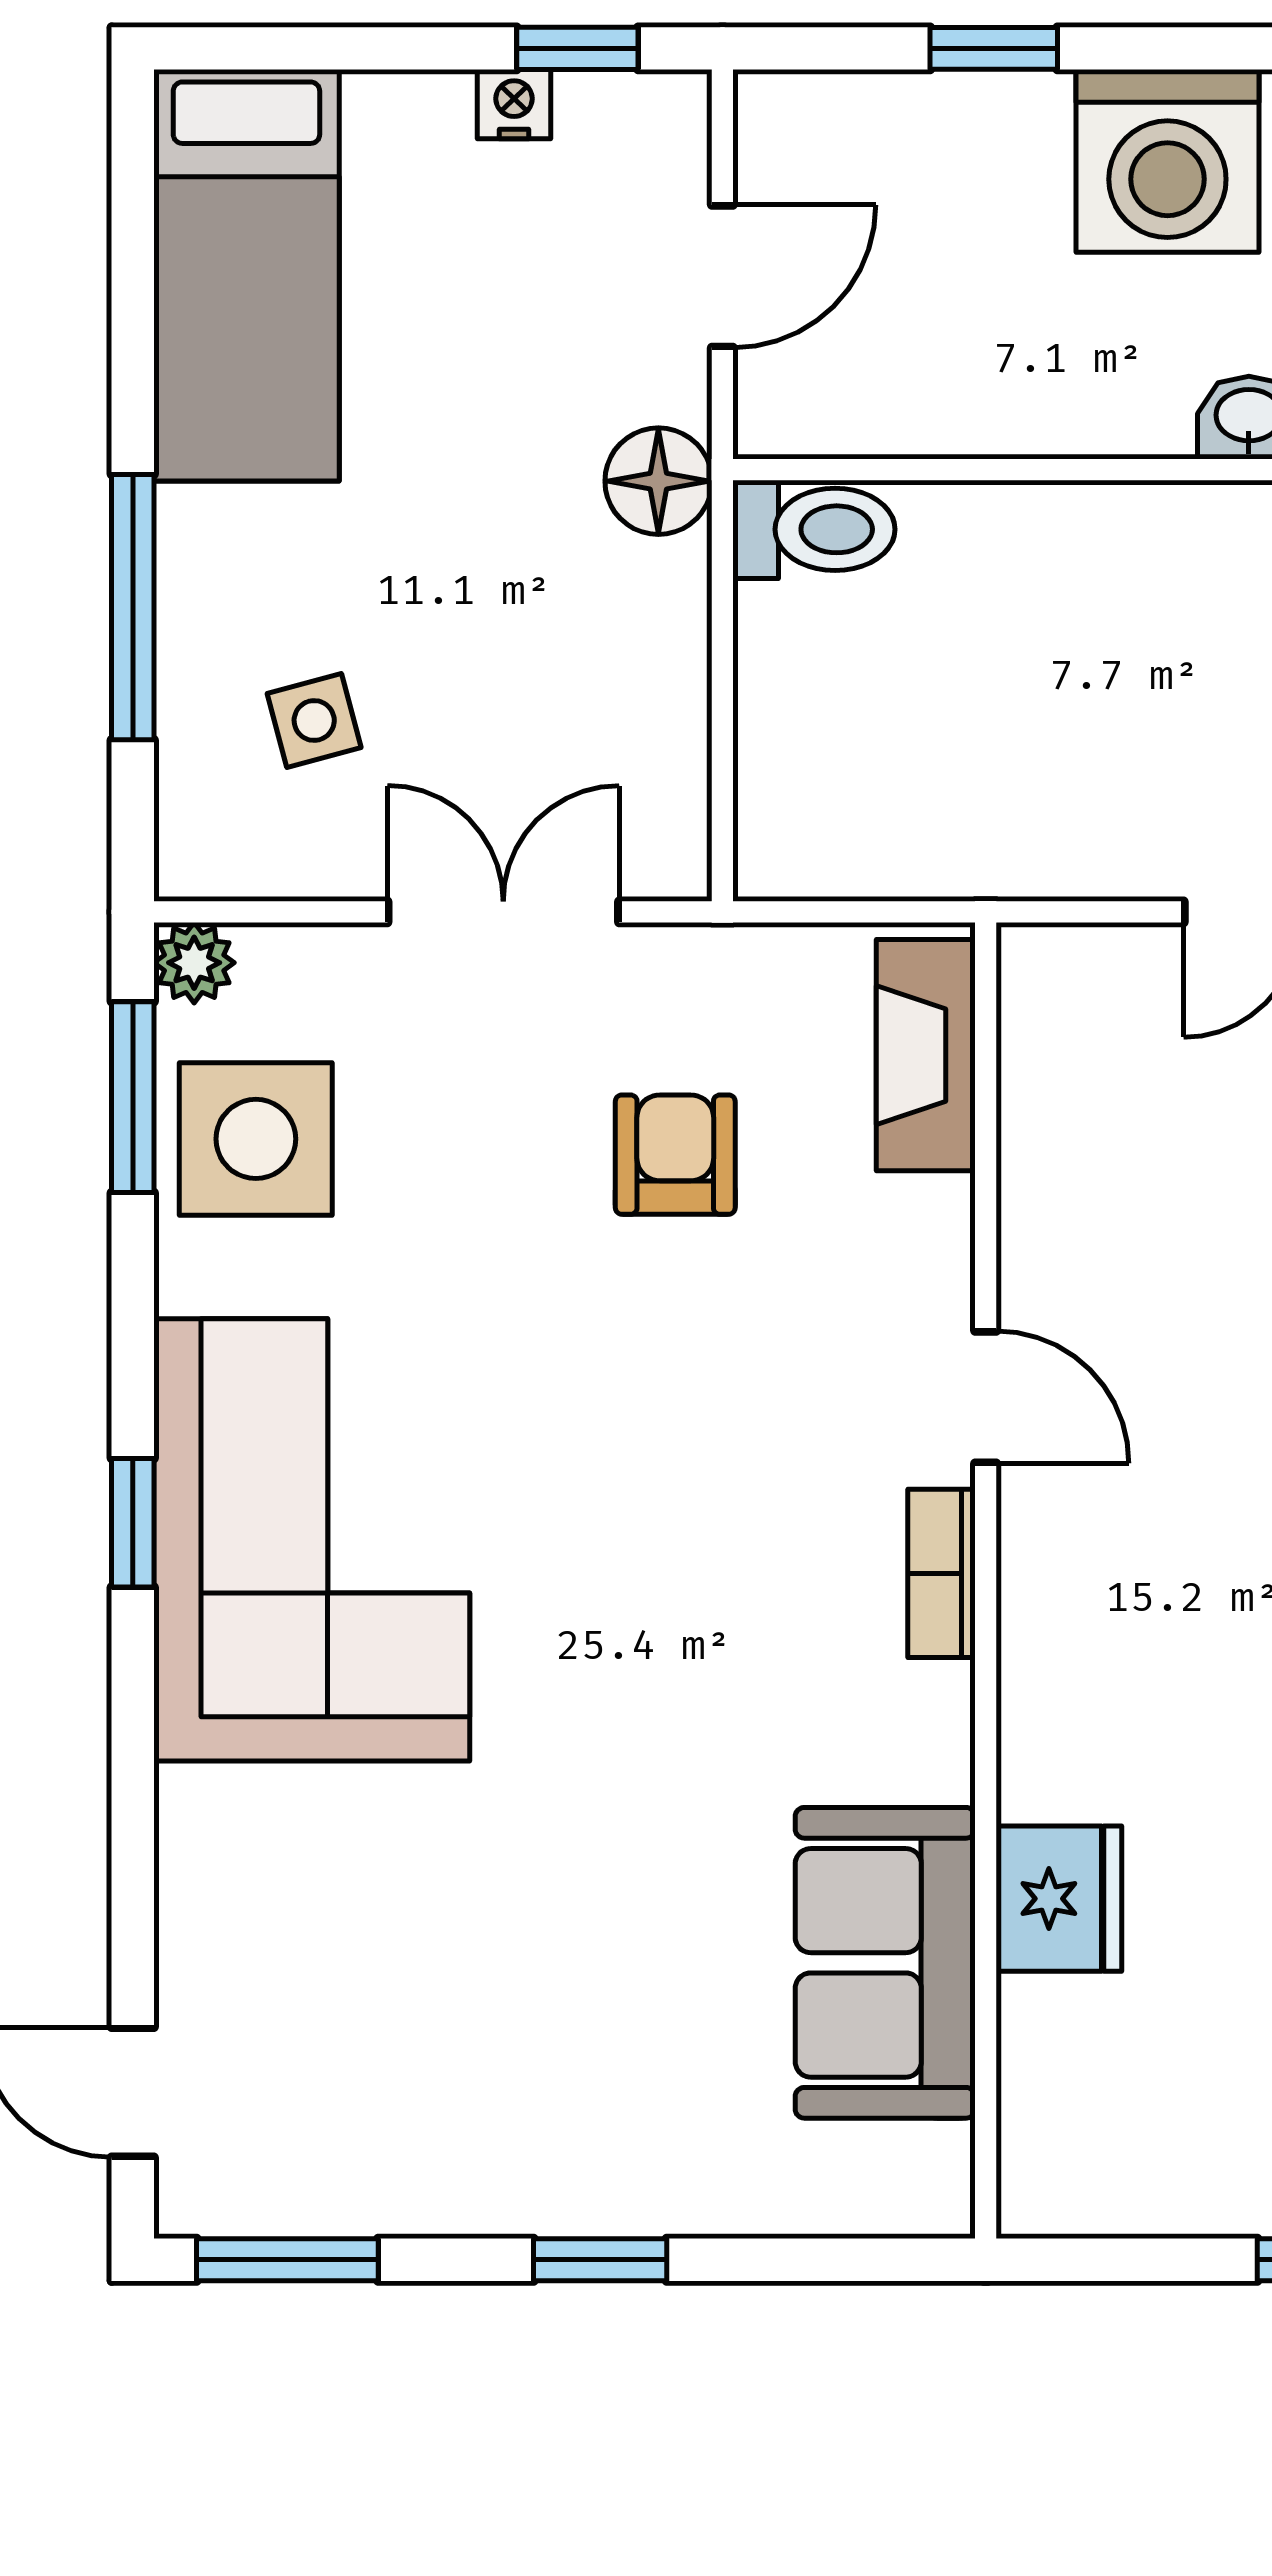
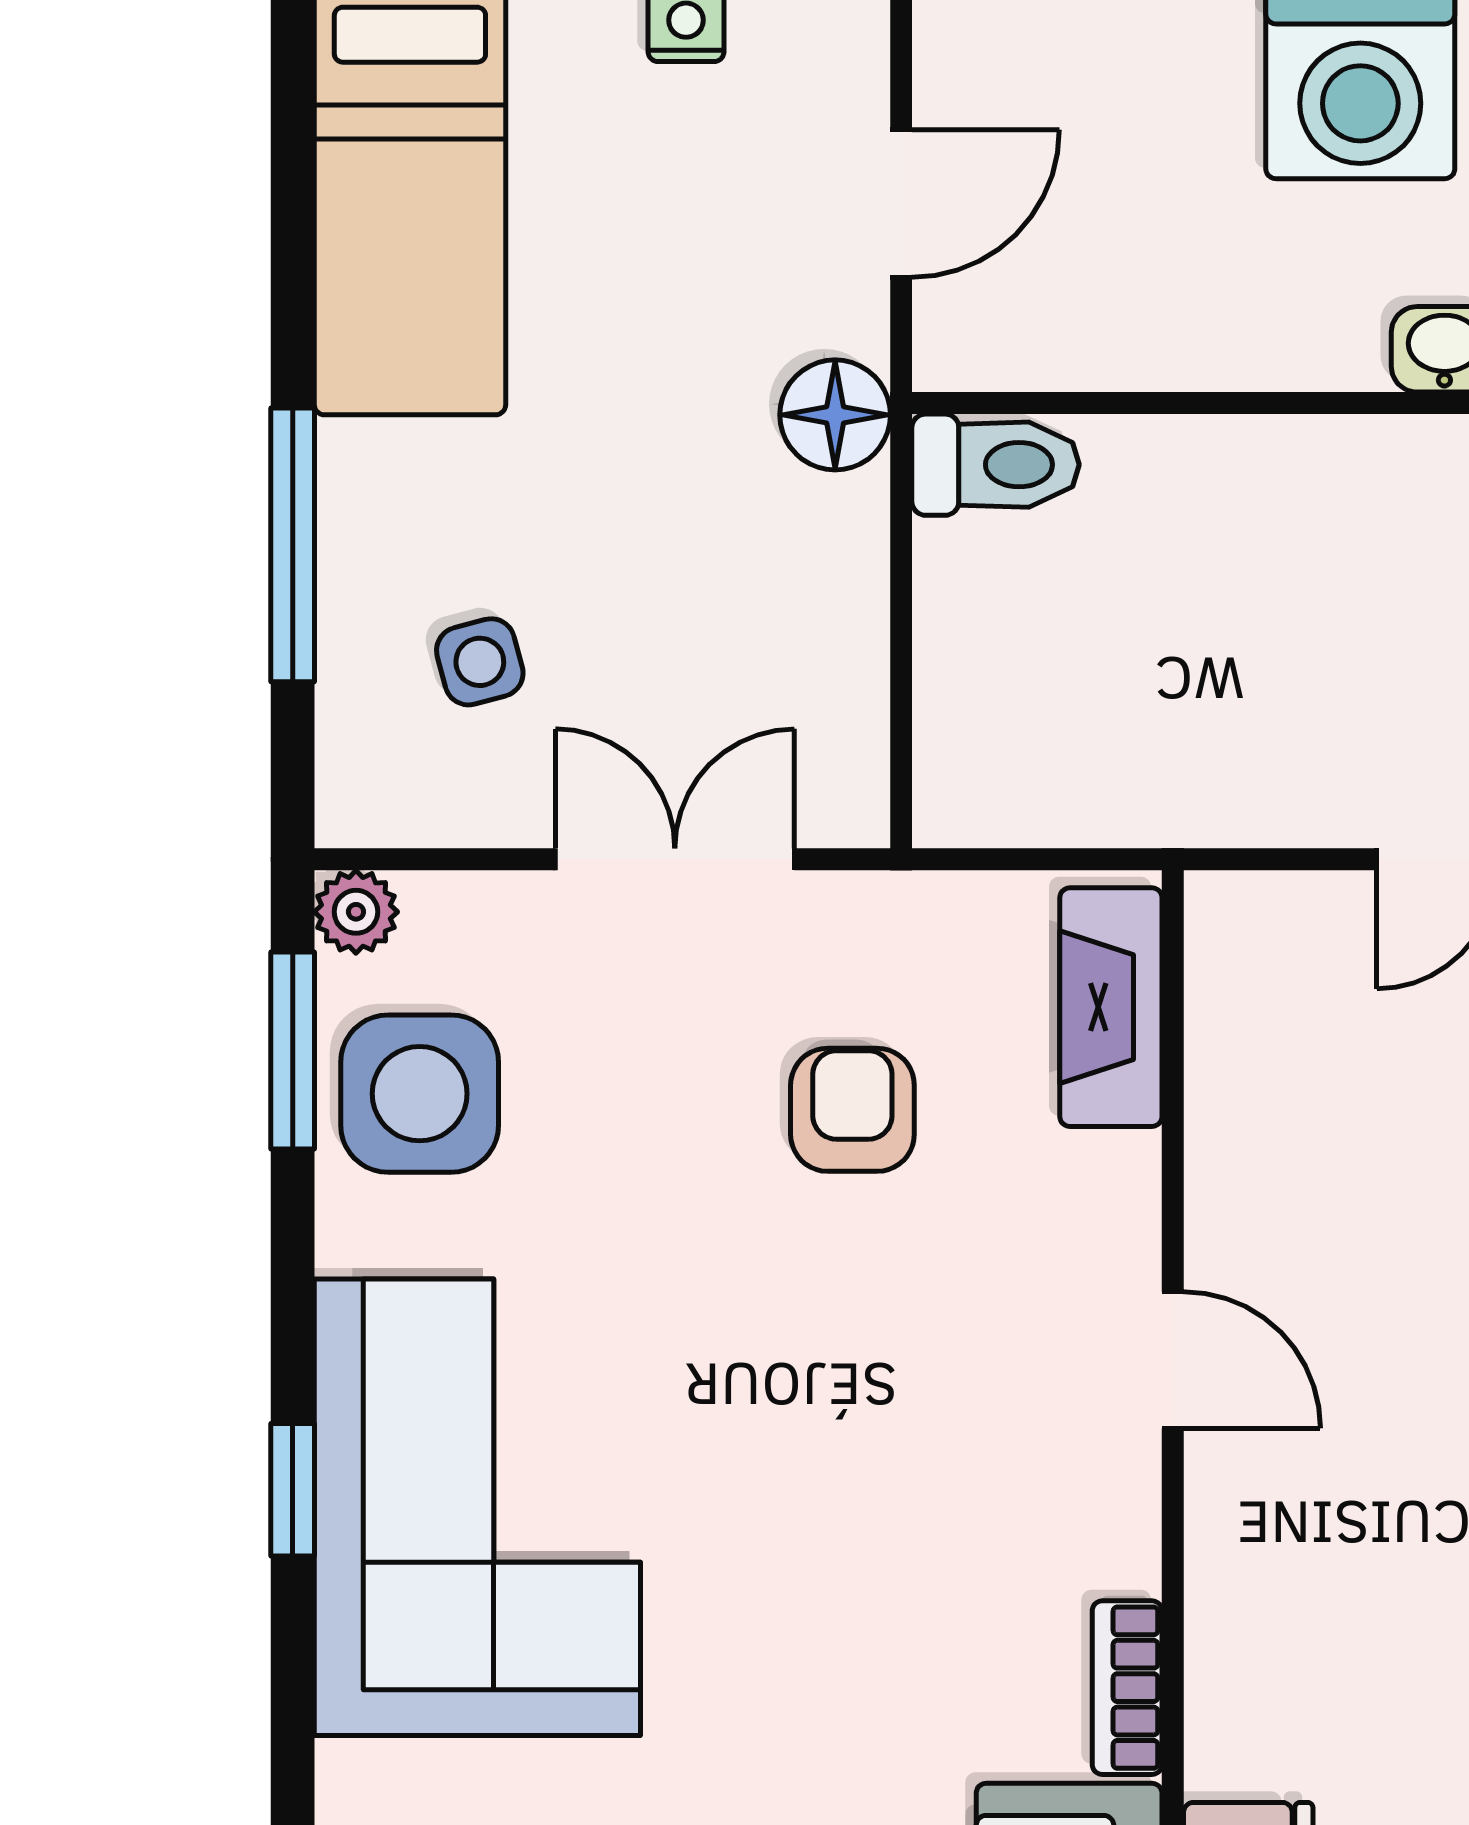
bookcase: (941, 1573) -> (1127, 1688), moved

